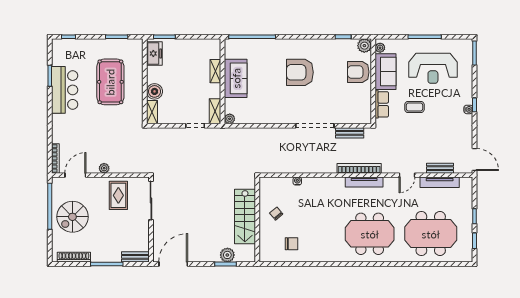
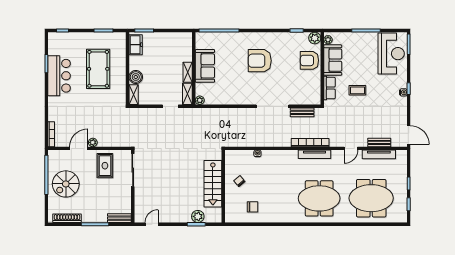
reception desk: (433, 68) -> (391, 54), moved, turned -90
shelving: (215, 71) -> (188, 72), moved
door: (75, 175) -> (79, 148), moved
door: (173, 264) -> (152, 224), width x0.53

